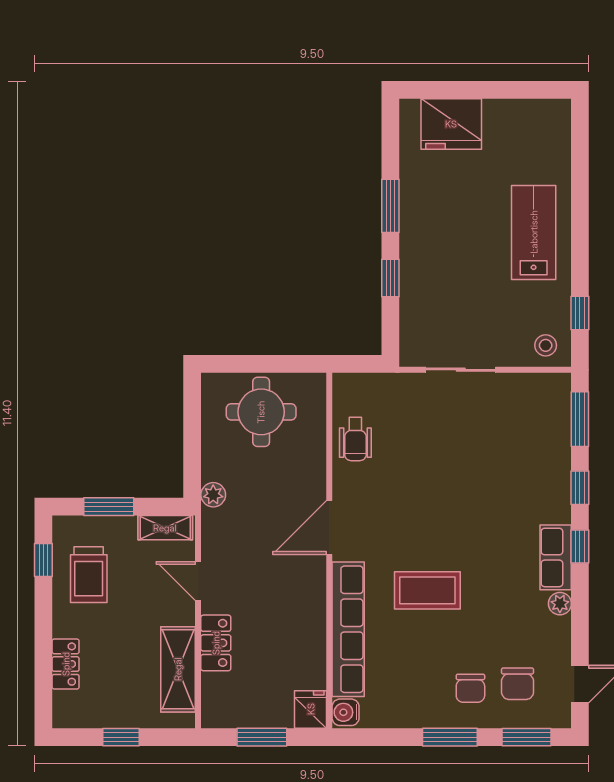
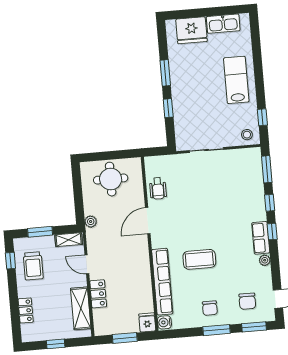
kitchen sink: (517, 116) -> (223, 24), added
door: (329, 527) -> (148, 221), moved
chair: (470, 688) -> (210, 308), moved

